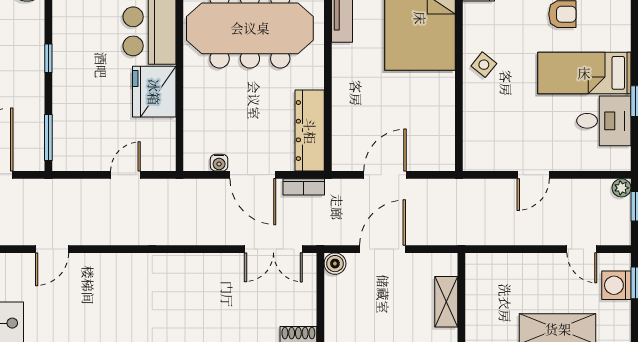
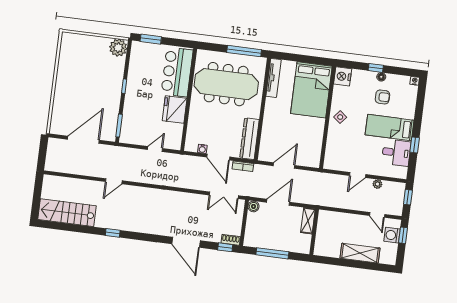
plant: (622, 188) -> (377, 184), moved
shelving: (446, 302) -> (308, 221), moved

